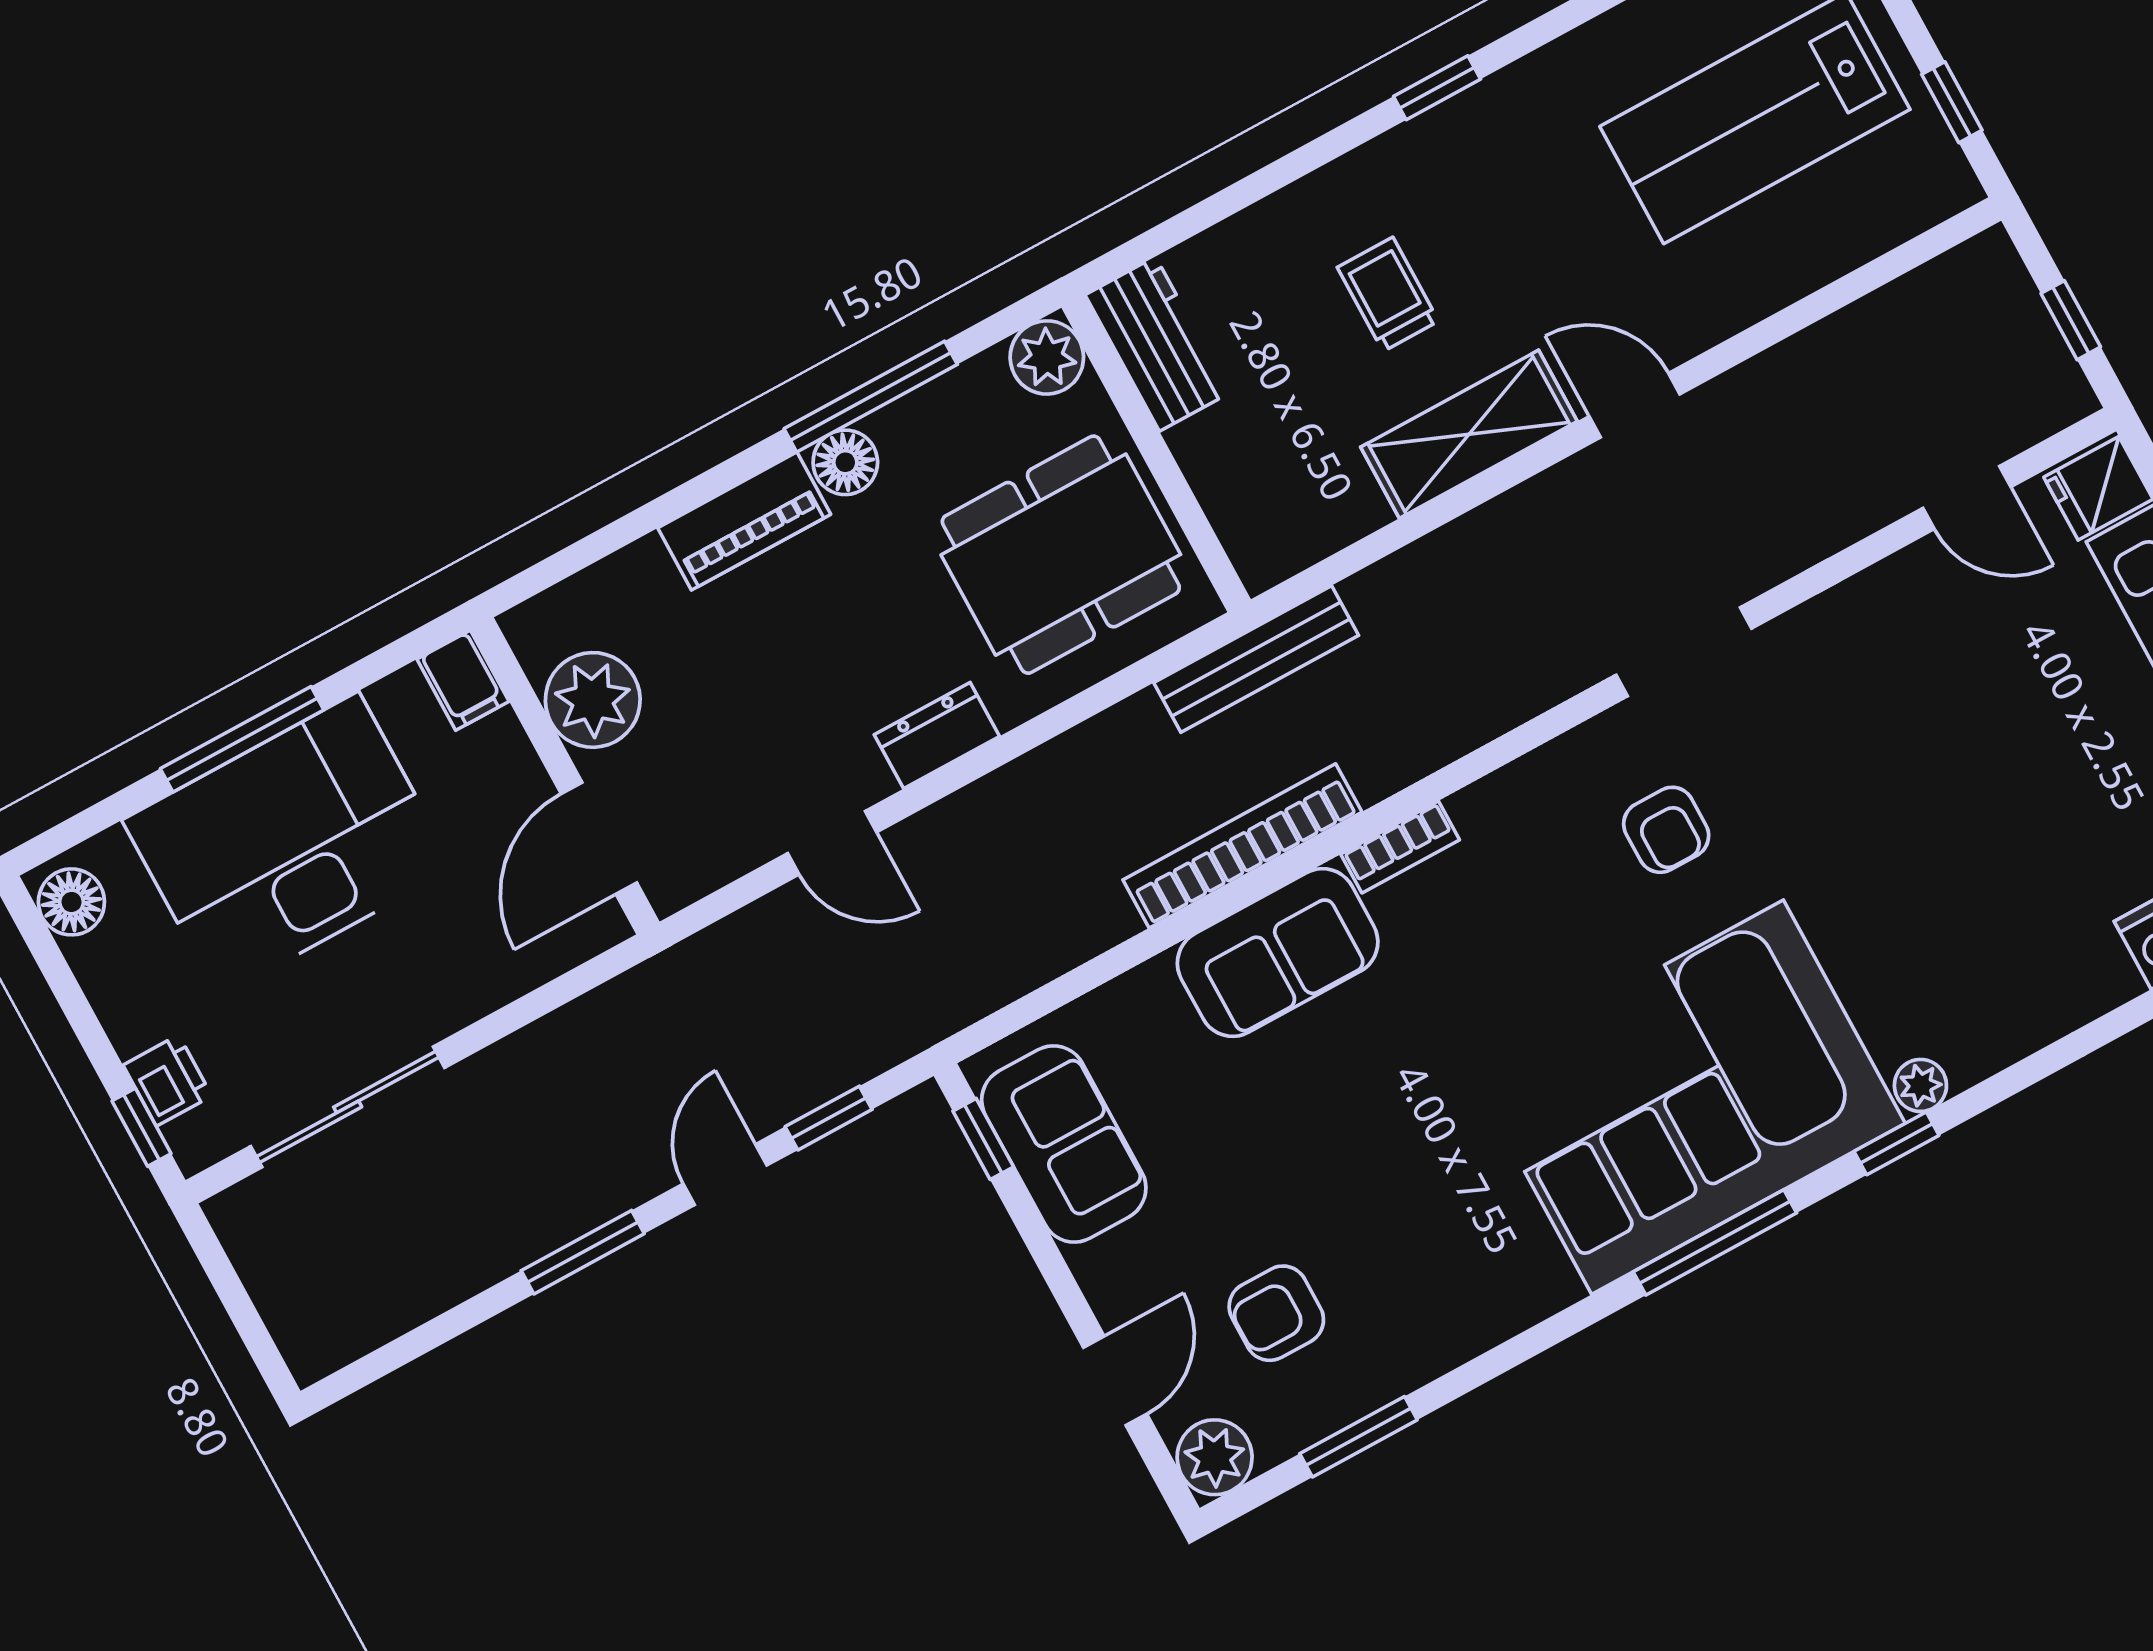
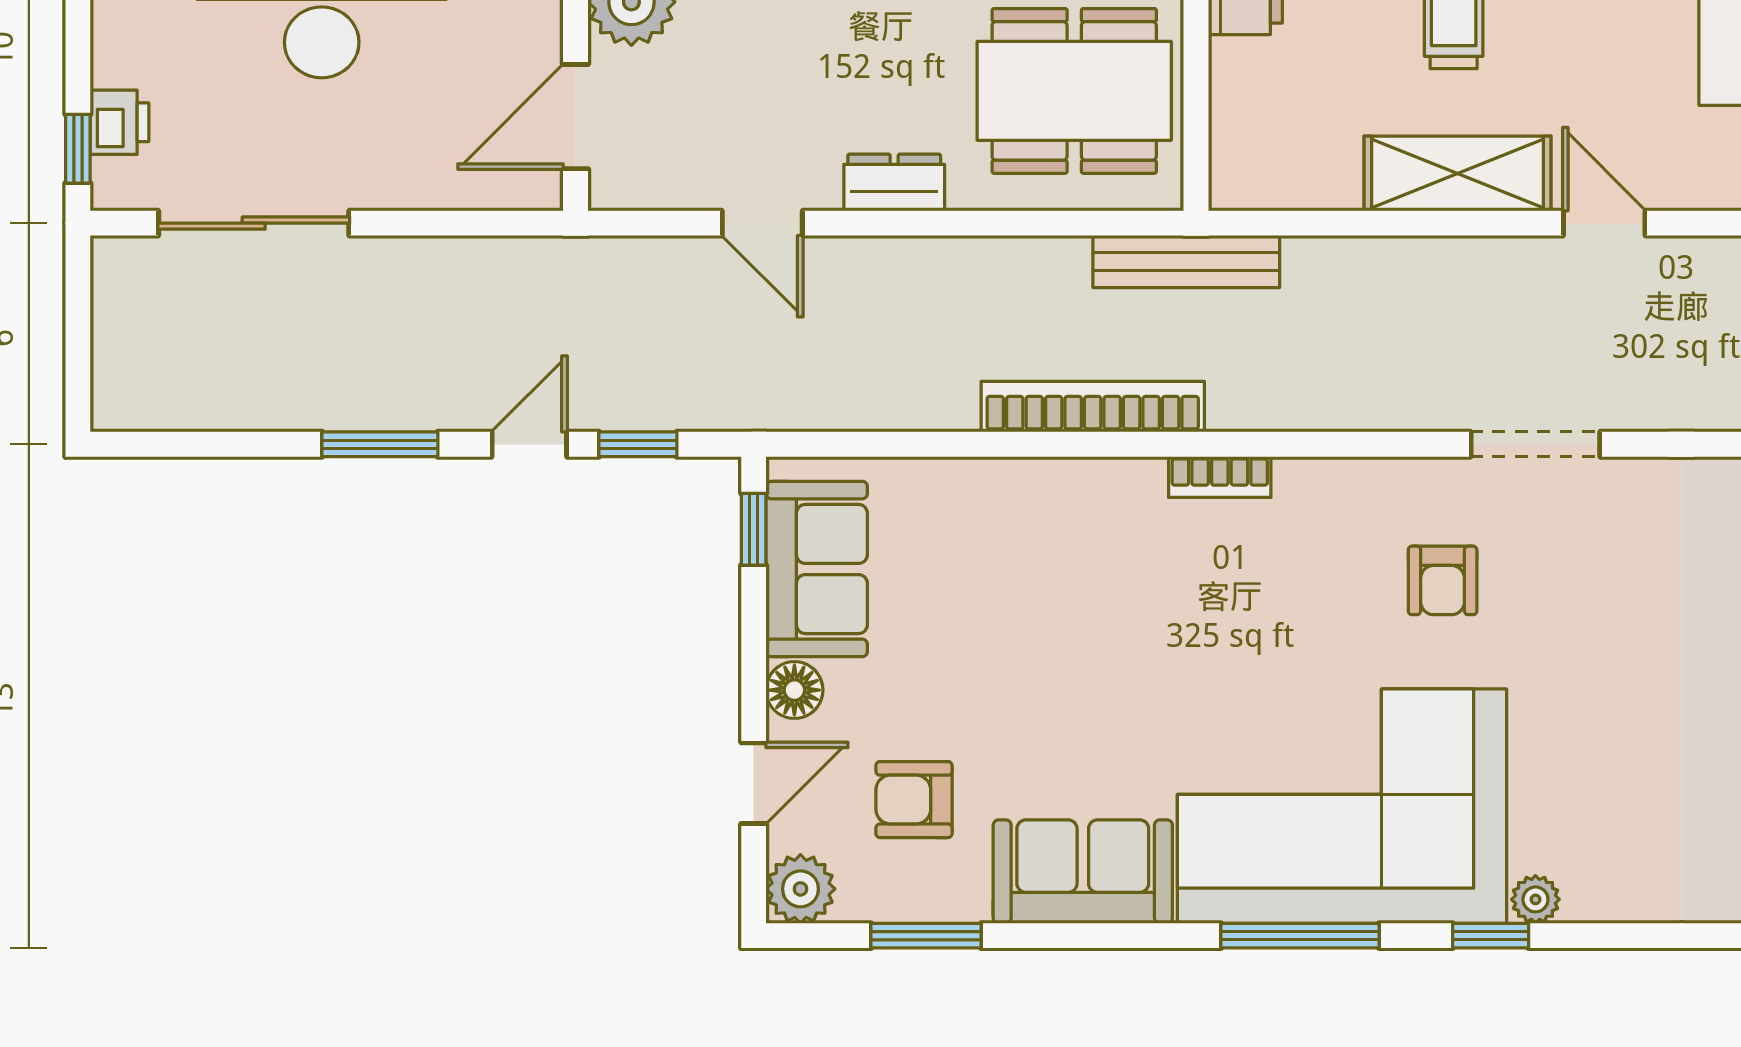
sofa: (1278, 952) -> (1083, 872), moved, turned 180
floor lamp: (1106, 1271) -> (794, 690), added

